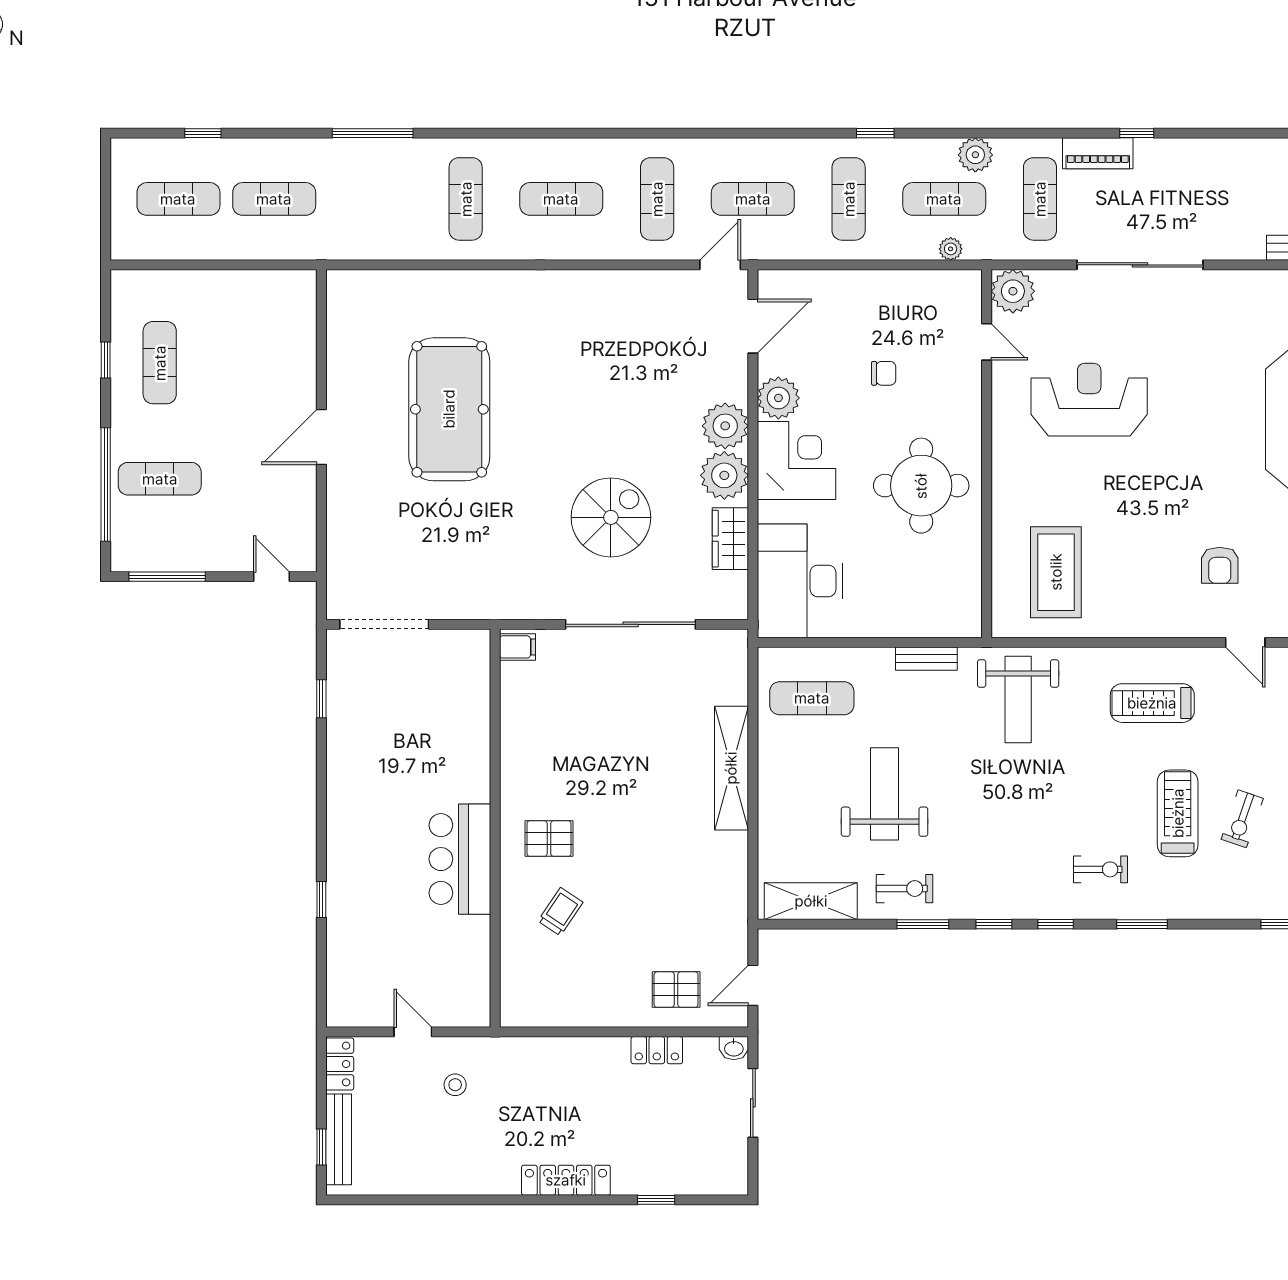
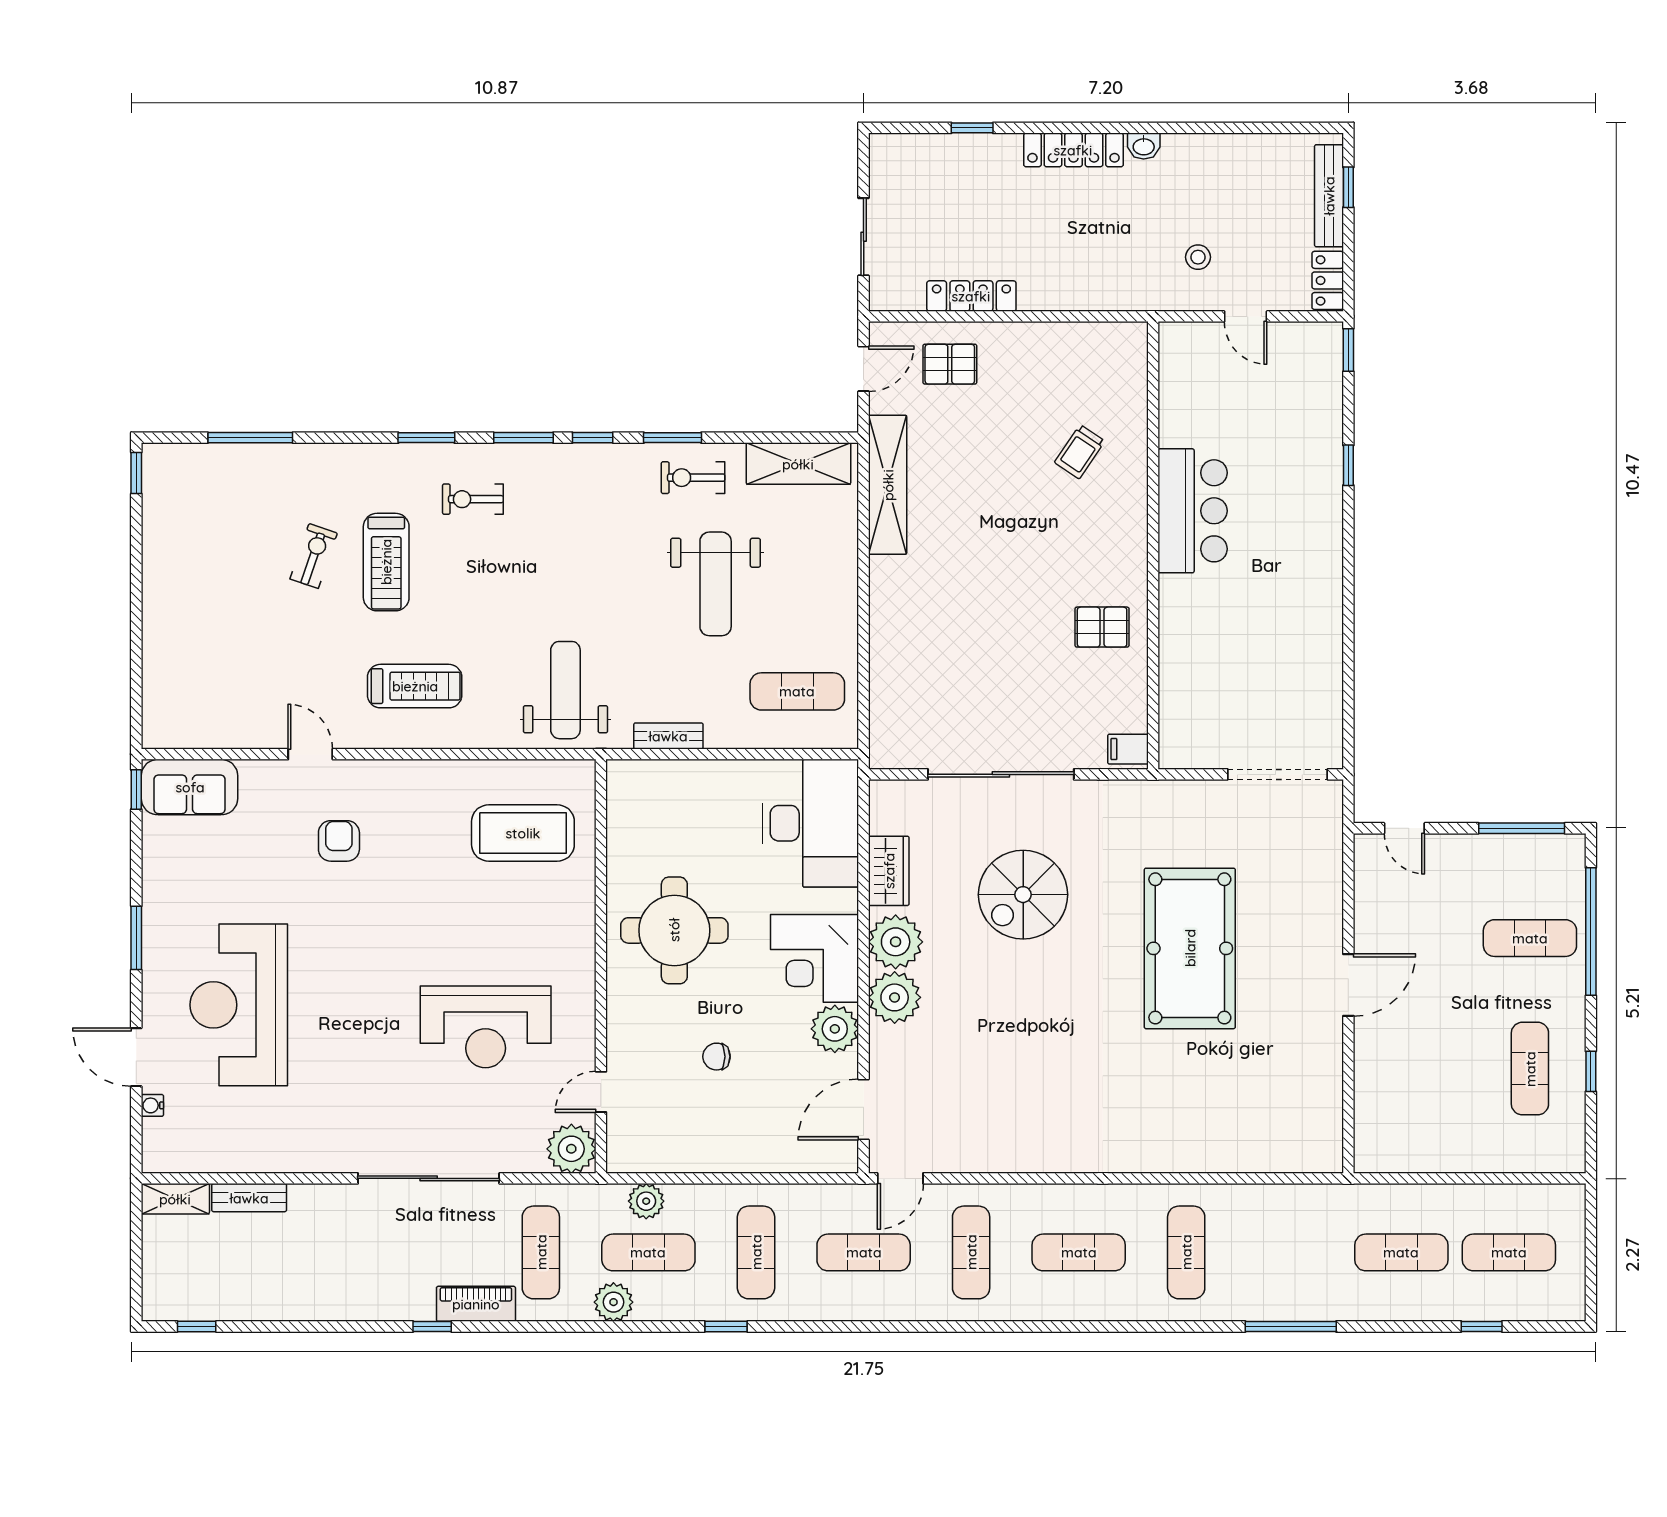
plant: (951, 249) -> (646, 1201), width x1.38, depth x1.38
door: (987, 342) -> (601, 1092), hinge flipped
pool table: (449, 409) -> (1190, 948), moved
coffee table: (1056, 572) -> (523, 833), turned 90
window: (321, 699) -> (1348, 350), moved
shelving: (731, 768) -> (888, 485), moved
pallet: (549, 839) -> (1102, 627), moved
window: (1056, 924) -> (523, 438), width x1.50
washbasin: (734, 1048) -> (1144, 146), moved, turned 180
locker: (657, 1050) -> (971, 296), width x1.53

